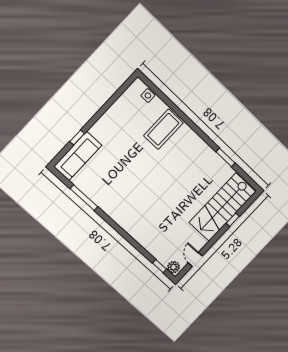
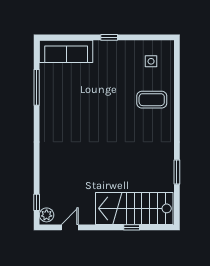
side table: (148, 96) -> (151, 61), moved
coffee table: (163, 129) -> (152, 100), width x0.73, depth x0.76
window: (77, 137) -> (109, 37), moved

